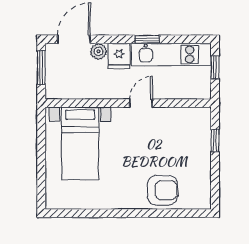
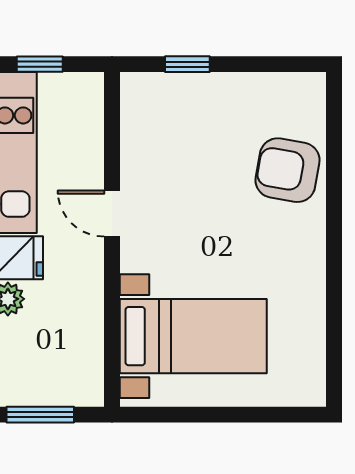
armchair: (162, 190) -> (288, 170), turned -80

